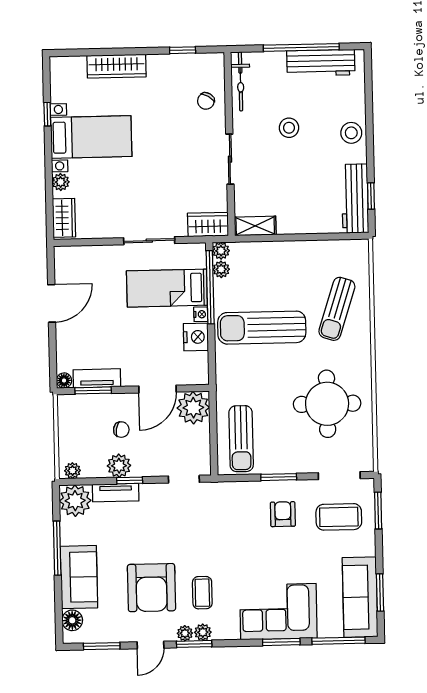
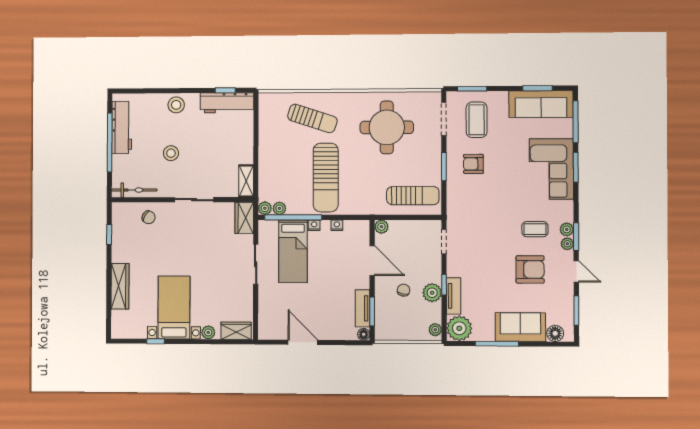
nightstand: (196, 337) -> (337, 225), width x0.53, depth x0.56
plant: (193, 408) -> (381, 227), width x0.53, depth x0.53
armchair: (151, 588) -> (530, 269), width x0.73, depth x0.73

